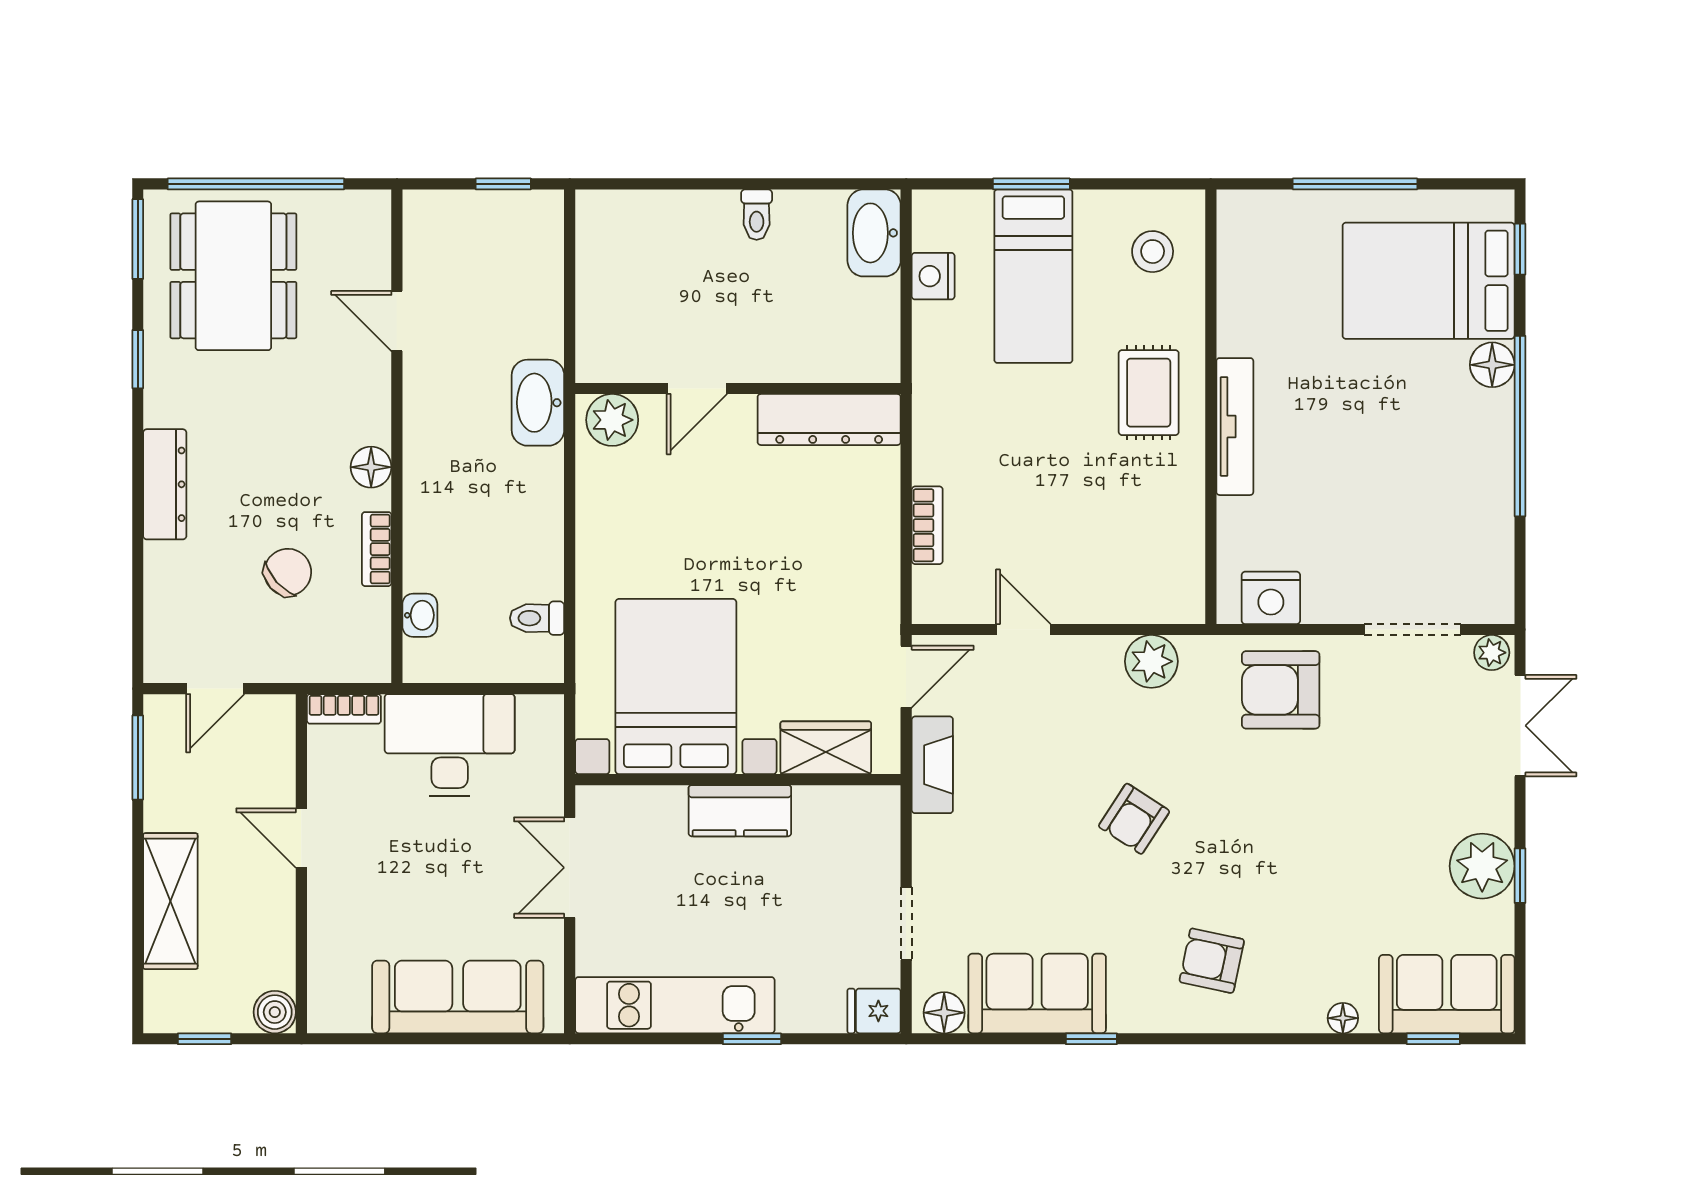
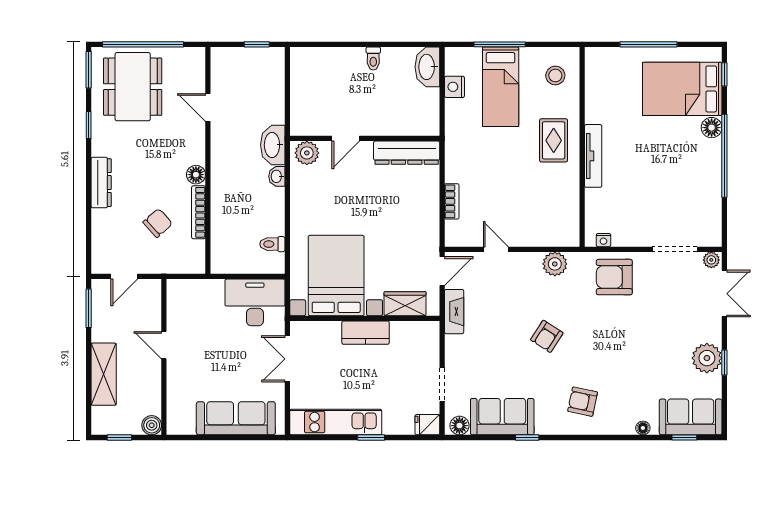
window: (1031, 184) -> (500, 44), width x1.44
bookcase: (377, 549) -> (199, 212), width x1.56
nightstand: (1271, 598) -> (603, 240), width x0.53, depth x0.56
washbasin: (420, 615) -> (277, 176), moved, turned 180
bookcase: (344, 709) -> (184, 286), removed
desk: (450, 745) -> (255, 302), moved

